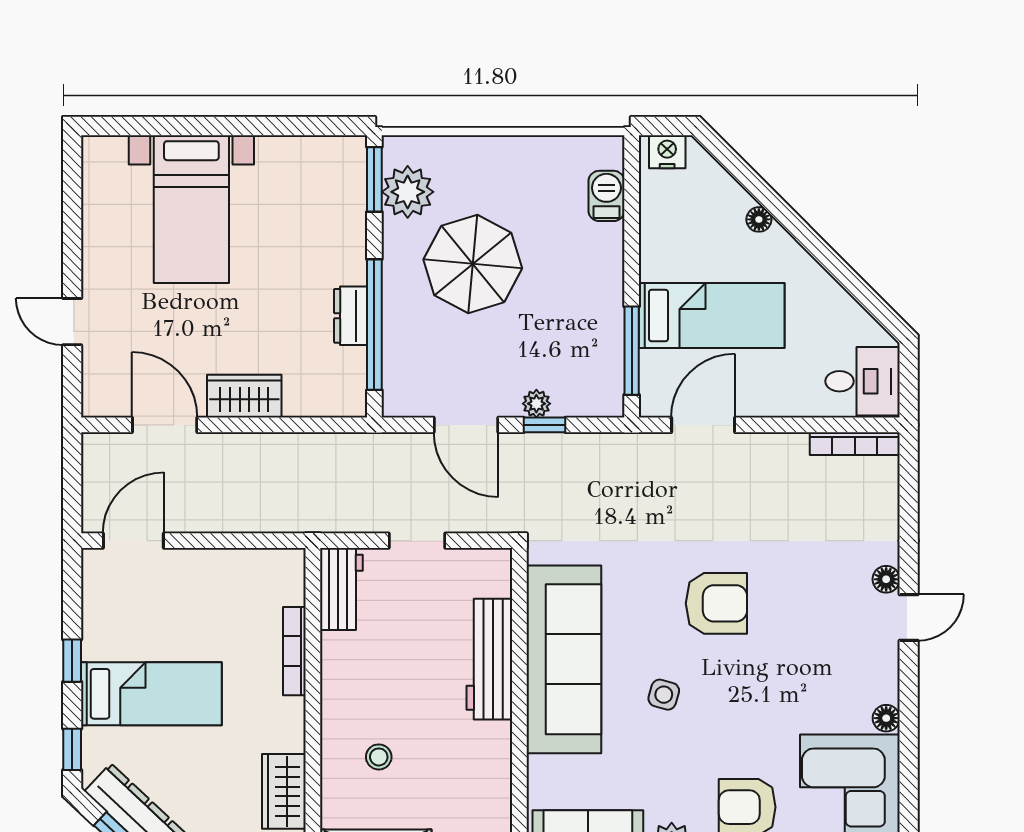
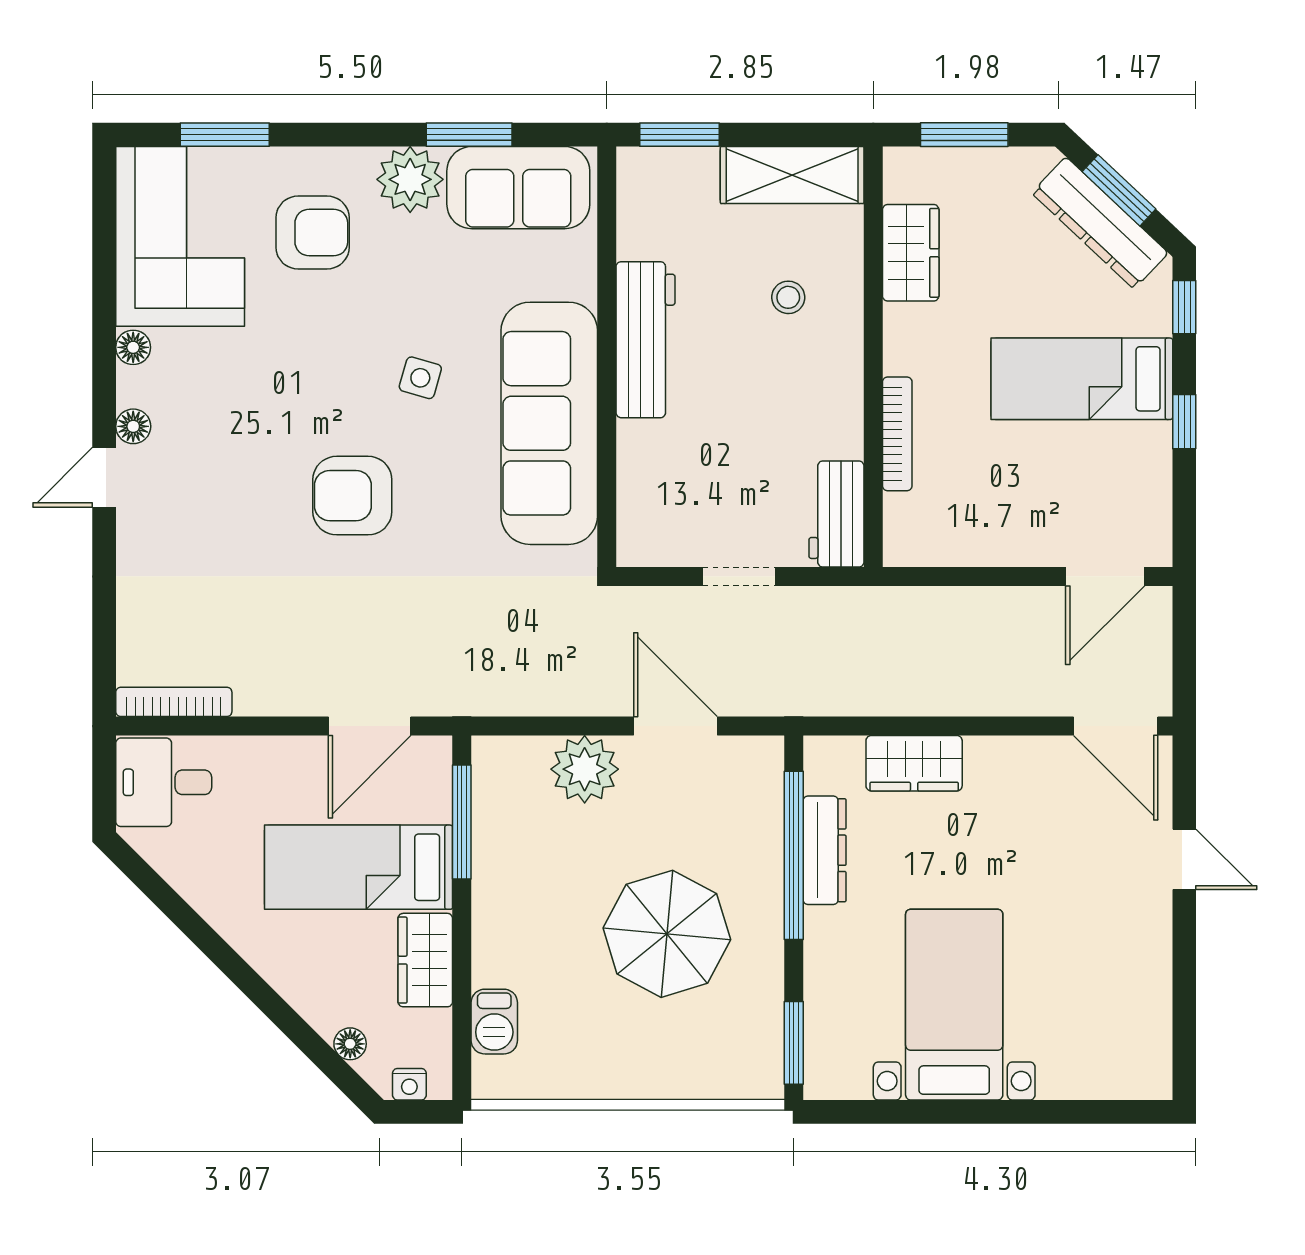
nightstand: (667, 152) -> (409, 1084), width x0.72, depth x0.74
plant: (408, 192) -> (751, 1027), removed
bed with nightstands: (191, 209) -> (954, 1005), moved
floor lamp: (759, 219) -> (350, 1044), moved
wardrobe: (660, 244) -> (425, 960), added
dresser: (351, 316) -> (824, 850), width x1.44
wardrobe: (244, 396) -> (914, 763), moved
plant: (536, 404) -> (585, 769), width x1.87, depth x1.87
door: (165, 425) -> (1116, 726), moved
window: (544, 425) -> (574, 726), removed
floor lamp: (886, 579) -> (133, 426), moved
workbench: (489, 659) -> (645, 340), moved

